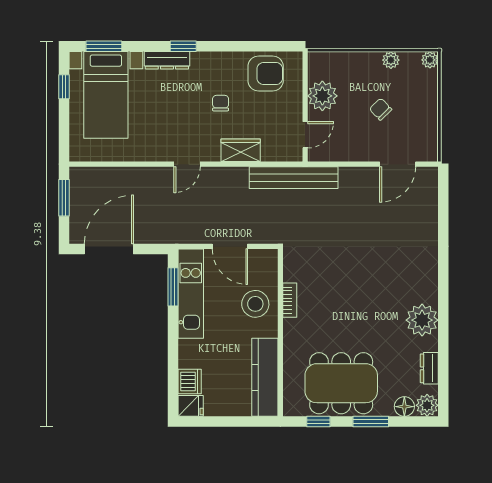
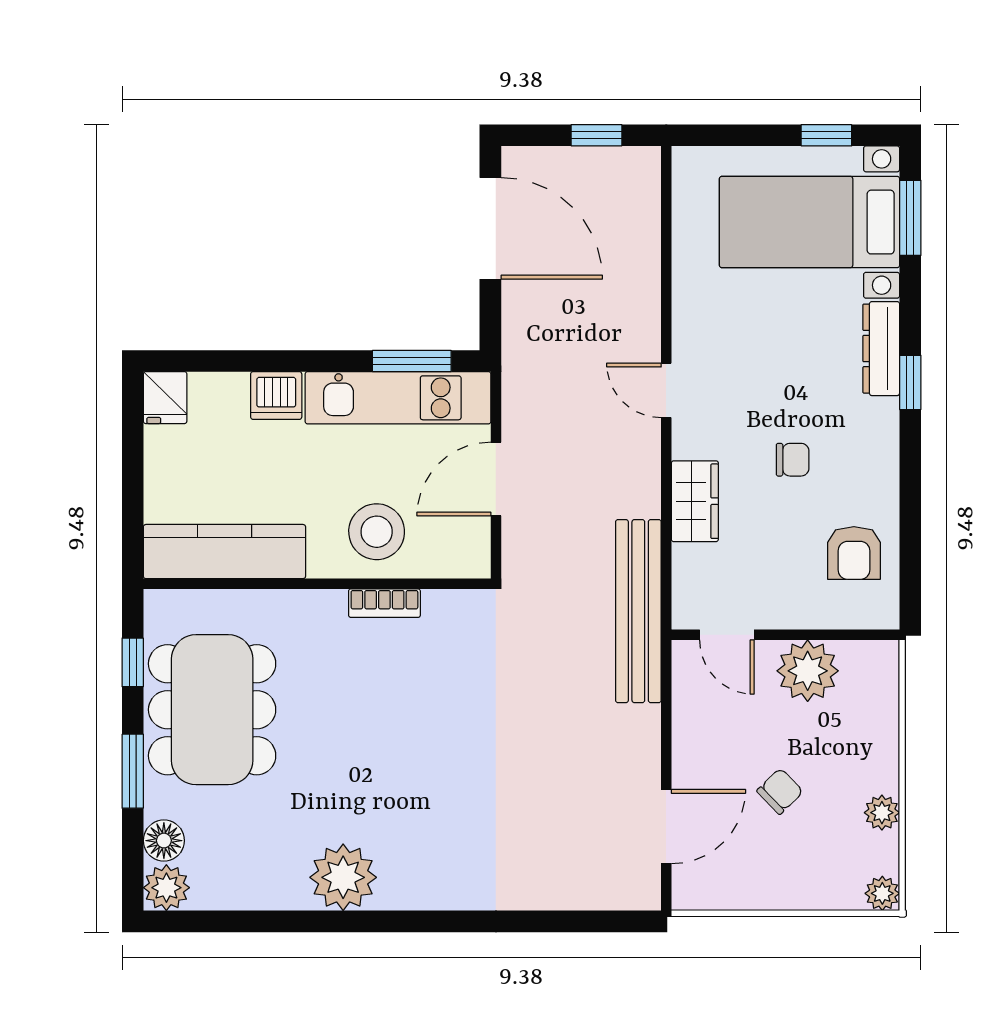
armchair: (266, 74) -> (854, 553), width x0.72, depth x0.72
door: (398, 164) -> (666, 827), swing flipped
window: (64, 198) -> (596, 135), width x0.67
dresser: (429, 368) -> (243, 892), removed
dishwasher: (190, 381) -> (276, 396), moved

